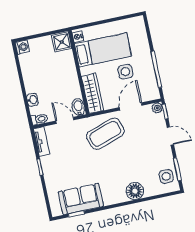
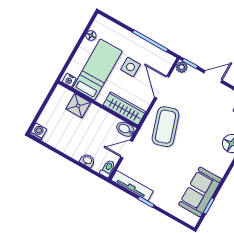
floor lamp: (123, 24) -> (91, 35), added
shower: (62, 42) -> (78, 106), moved
tv unit: (42, 141) -> (132, 186), width x1.41

